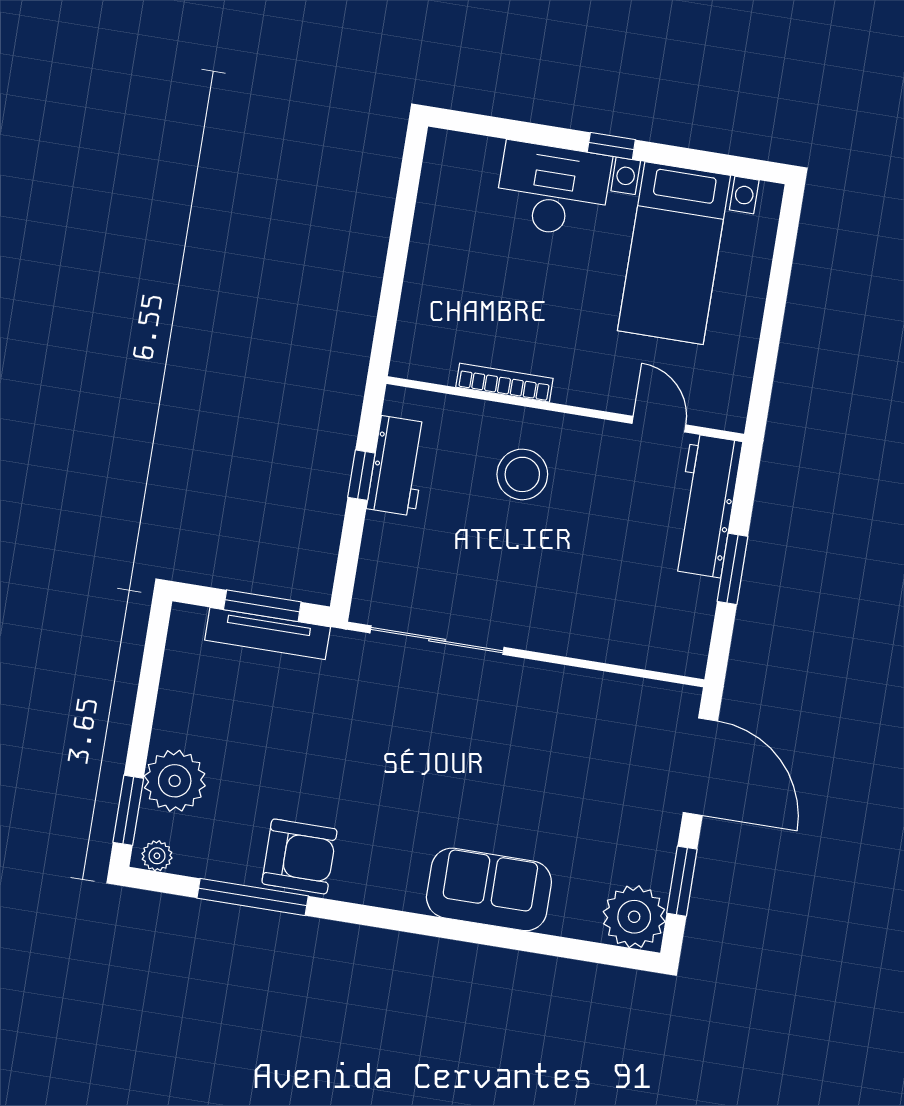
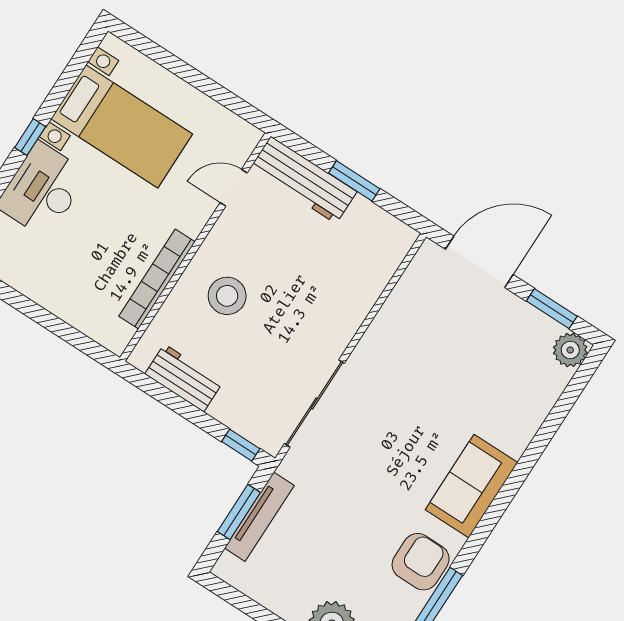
bookcase: (504, 383) -> (157, 279), width x1.48, depth x1.31
window: (361, 475) -> (241, 445), moved
sofa: (489, 889) -> (471, 486), moved
plant: (634, 917) -> (570, 350), width x0.73, depth x0.73

